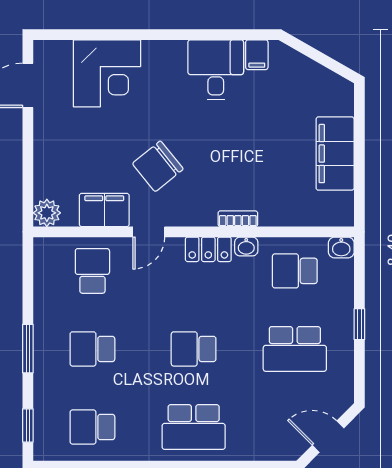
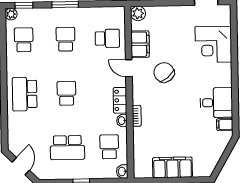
school desk: (295, 349) -> (67, 148), turned -90
plant: (44, 450) -> (11, 14), added

